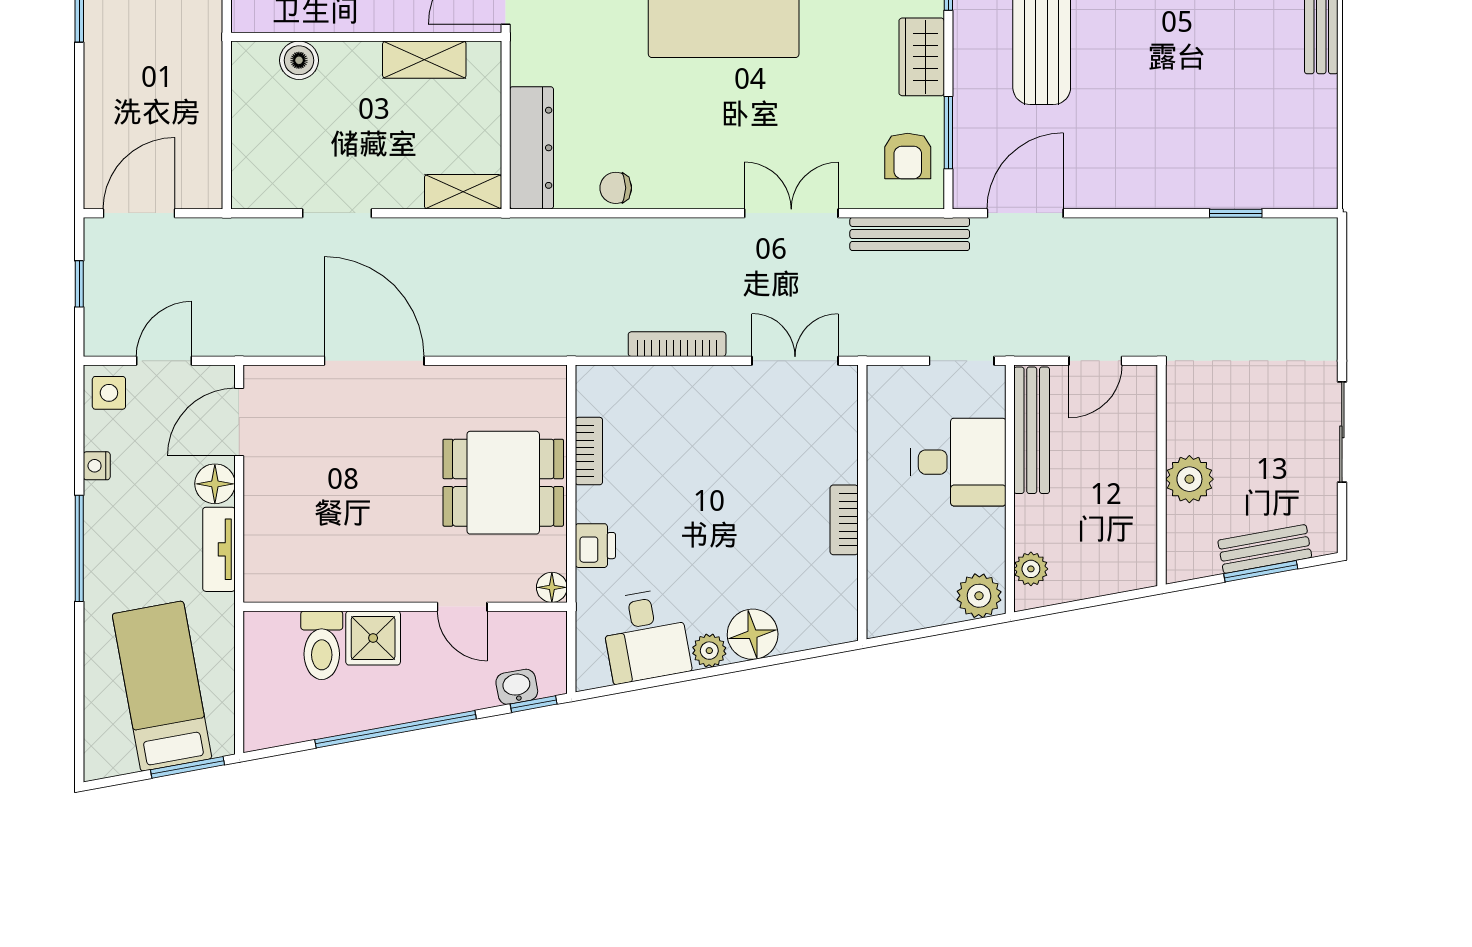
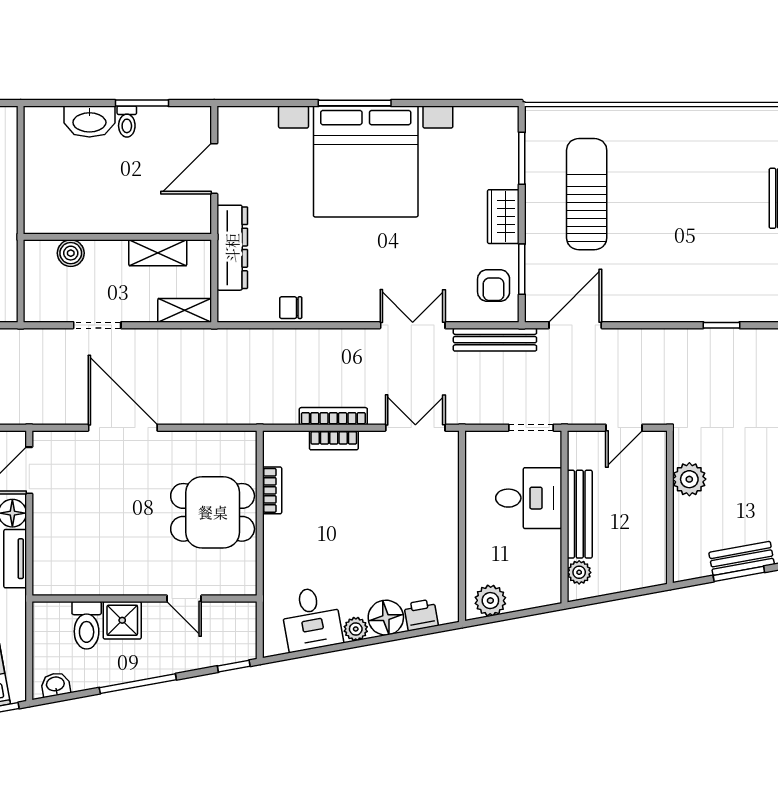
wall: (366, 37) -> (117, 237), moved
boiler: (299, 60) -> (71, 253), moved
shelving: (424, 60) -> (158, 253), moved
dresser: (532, 148) -> (232, 248), moved
bench: (1032, 430) -> (580, 514), moved
plant: (1189, 479) -> (689, 479), moved
bookcase: (844, 520) -> (334, 440), moved, turned -90
printer: (595, 546) -> (421, 615), moved, turned -100
floor lamp: (552, 587) -> (246, 585), removed
plant: (979, 596) -> (490, 601), moved
washbasin: (517, 687) -> (55, 685), moved
window: (396, 729) -> (138, 684), width x0.68

